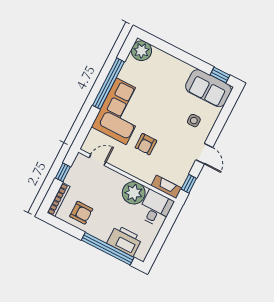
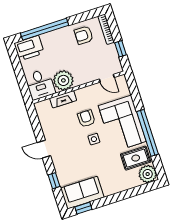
rug: (138, 73) -> (136, 158), added
side table: (194, 121) -> (94, 139), moved
door: (97, 160) -> (107, 78), hinge flipped
window: (189, 184) -> (54, 181), moved
fireplace: (166, 187) -> (63, 99), moved
printer: (125, 241) -> (29, 48), moved

